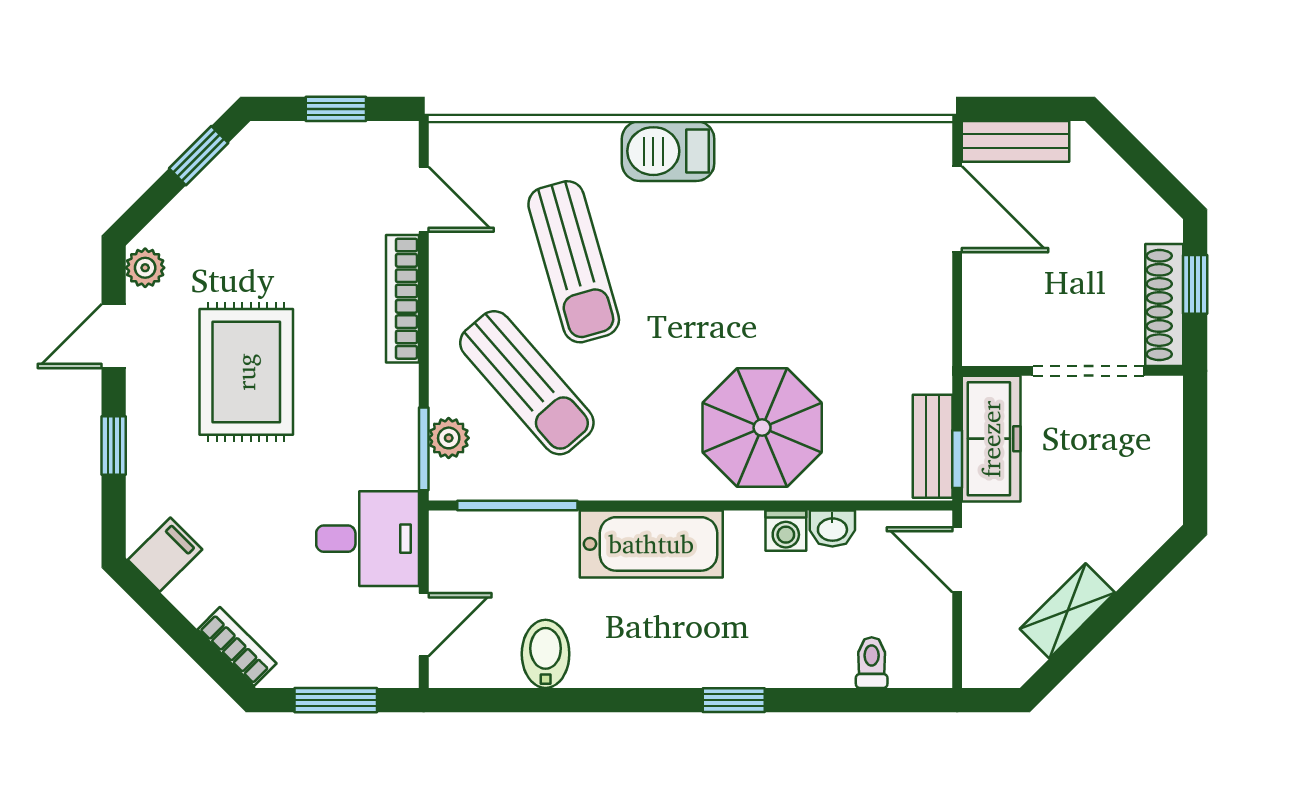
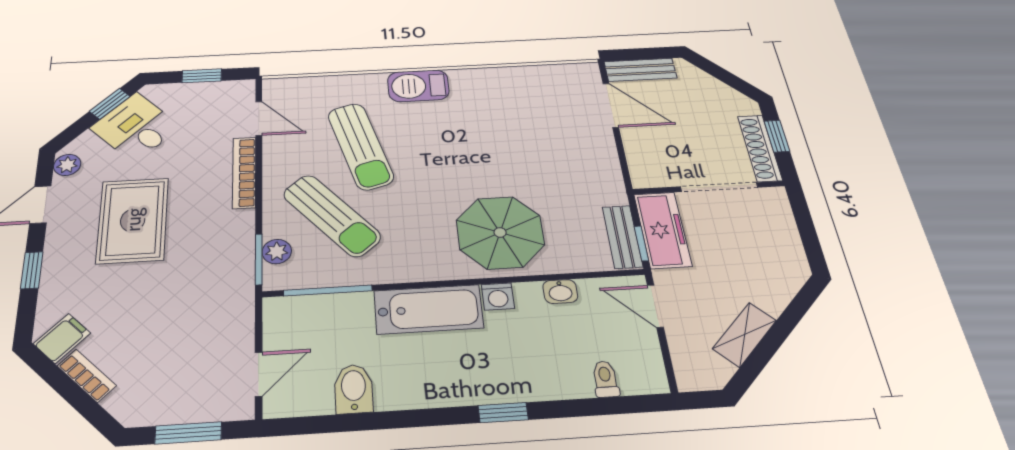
washing machine: (786, 531) -> (498, 297), moved
desk: (368, 539) -> (135, 127), moved, turned -135
bookcase: (237, 647) -> (87, 376), moved

